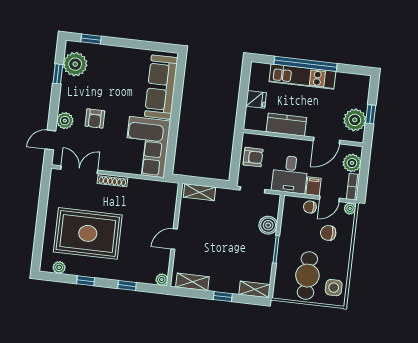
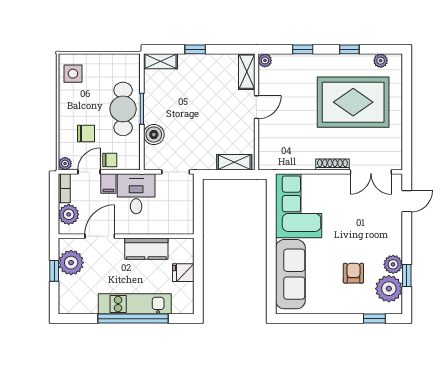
armchair: (95, 118) -> (353, 273), moved
plant: (65, 121) -> (393, 264), moved
armchair: (253, 157) -> (179, 208), removed
cafe table: (307, 276) -> (123, 109), moved
shelving: (192, 282) -> (247, 72), moved, turned 90

